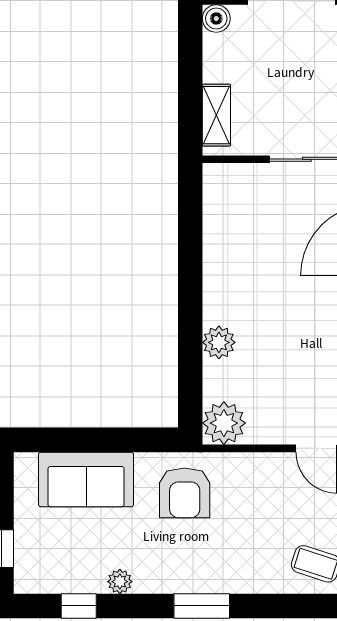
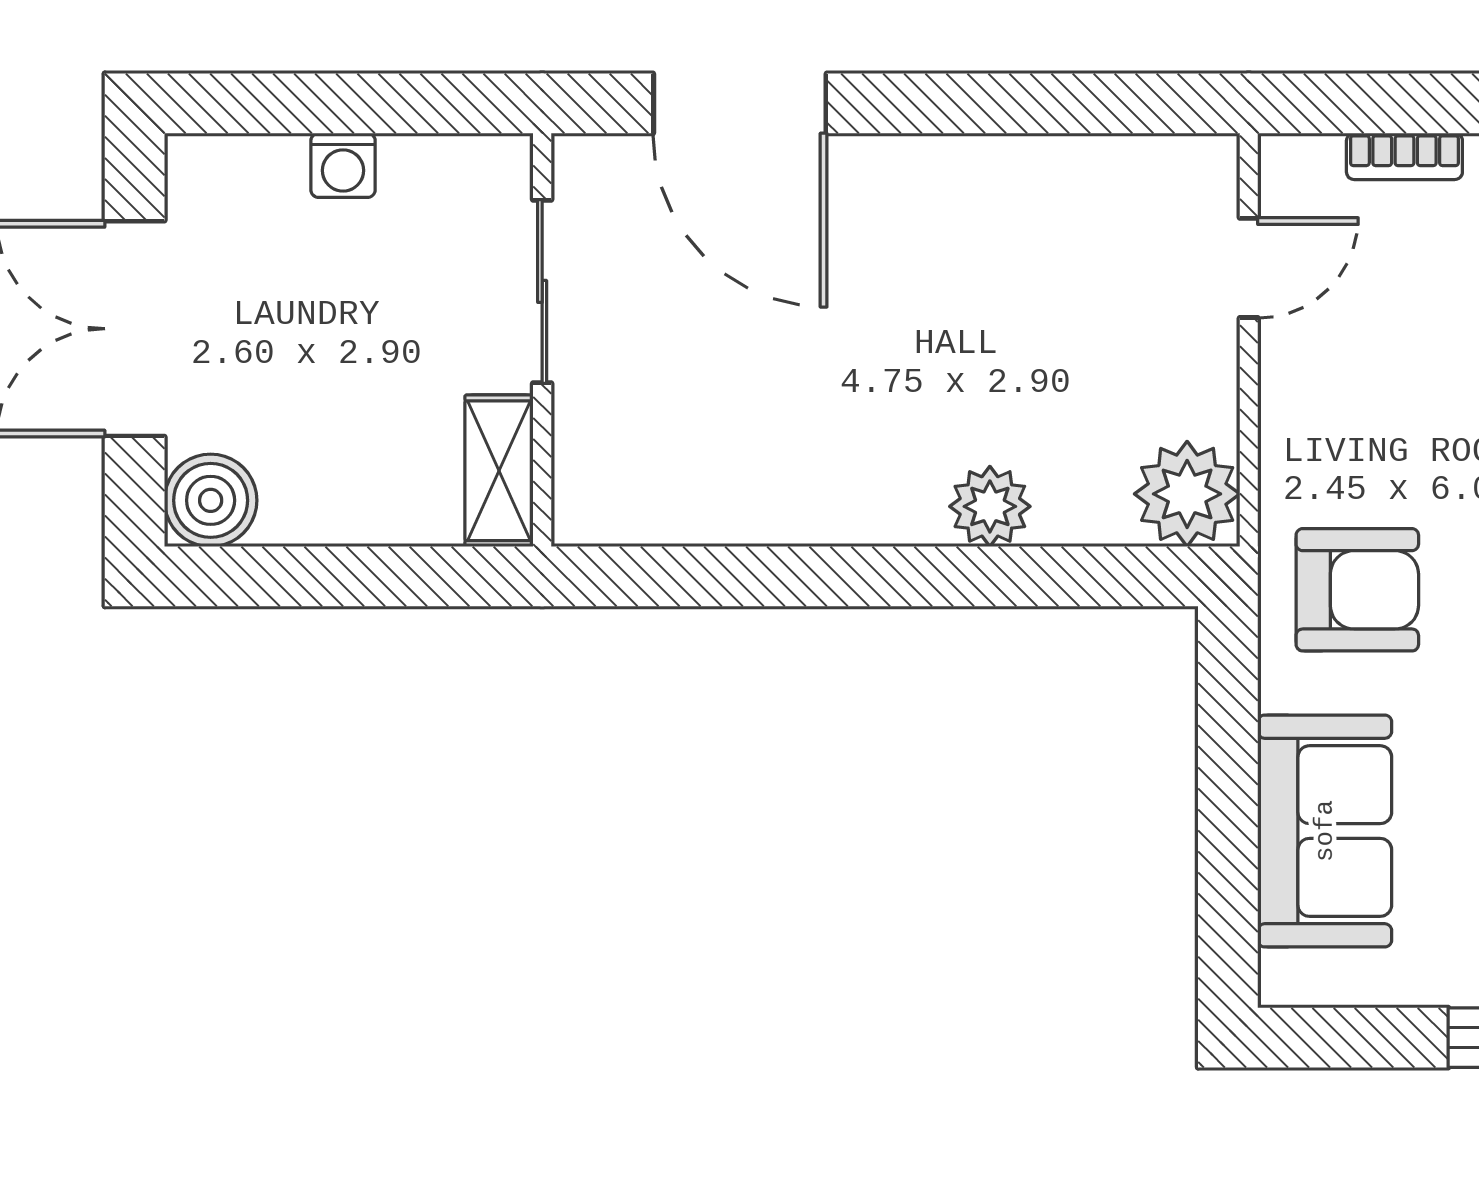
boiler: (216, 19) -> (211, 500), width x1.36, depth x1.36
shelving: (216, 115) -> (499, 471), moved, turned 90

